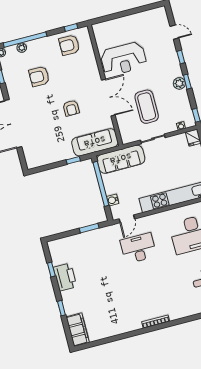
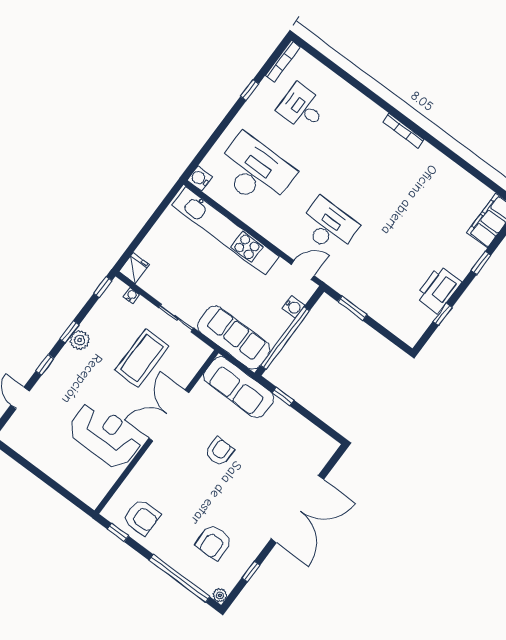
plant: (22, 48) -> (193, 574), removed
armchair: (39, 76) -> (214, 542), moved, turned 89
desk: (138, 248) -> (328, 226), turned 180

